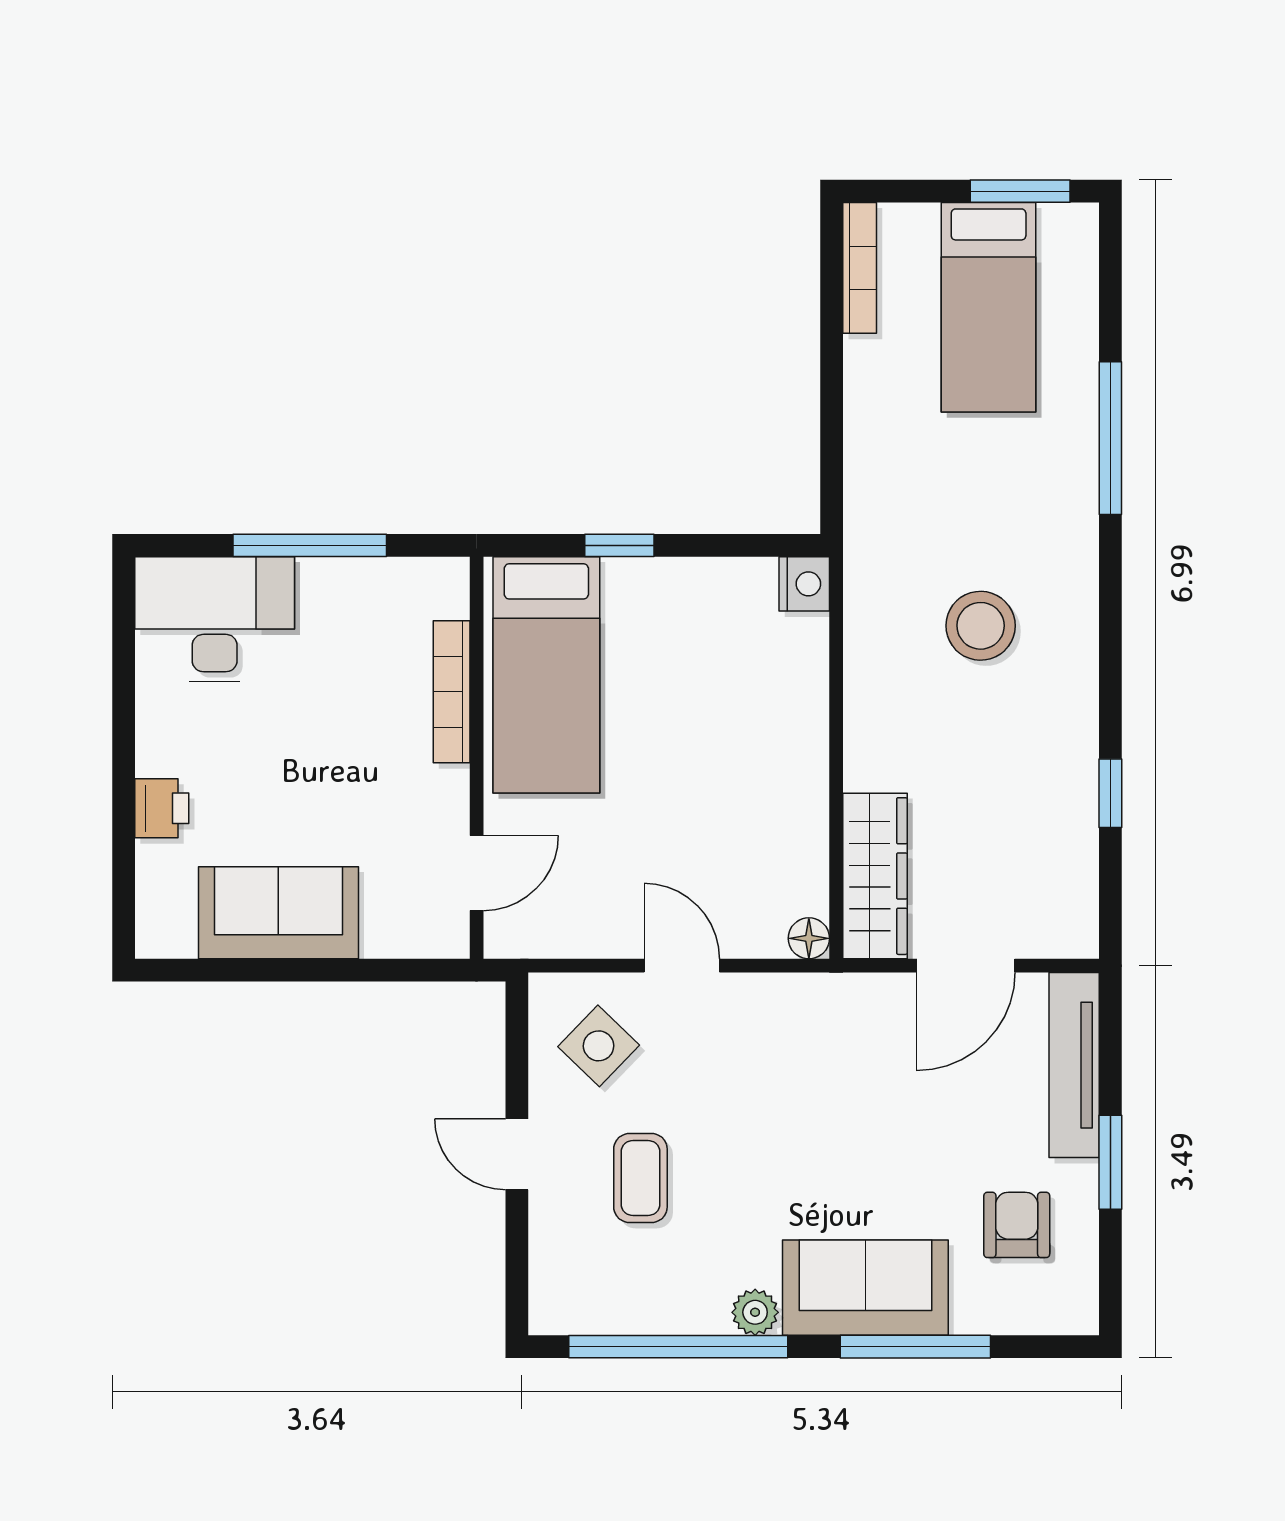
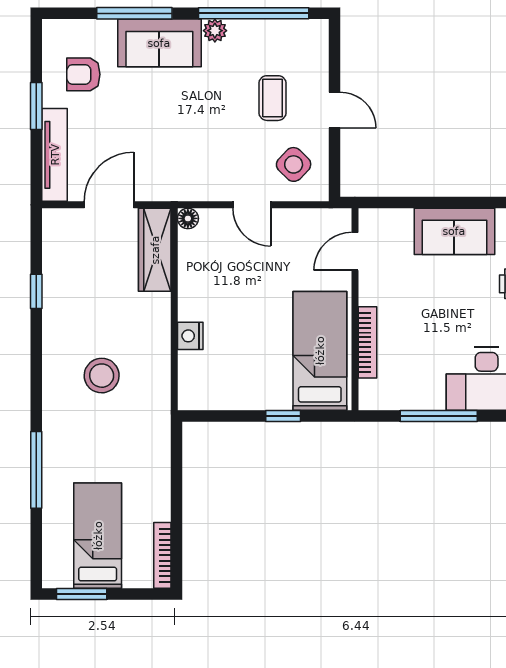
nightstand: (804, 584) -> (190, 336), moved
armchair: (1017, 1225) -> (83, 74), turned 90

